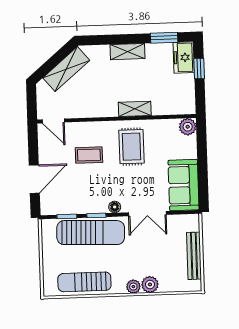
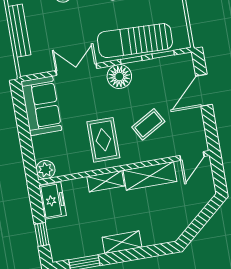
freezer: (184, 57) -> (53, 201), moved
shelving: (66, 69) -> (150, 176), moved, turned 40
door: (53, 121) -> (192, 156), swing flipped
coffee table: (89, 155) -> (148, 124), turned -30
floor lamp: (115, 207) -> (119, 77), width x1.89, depth x1.89

